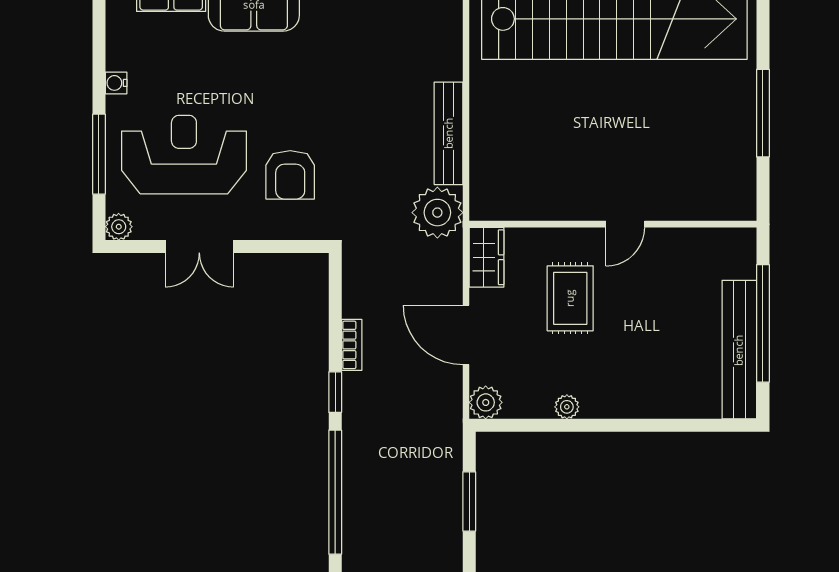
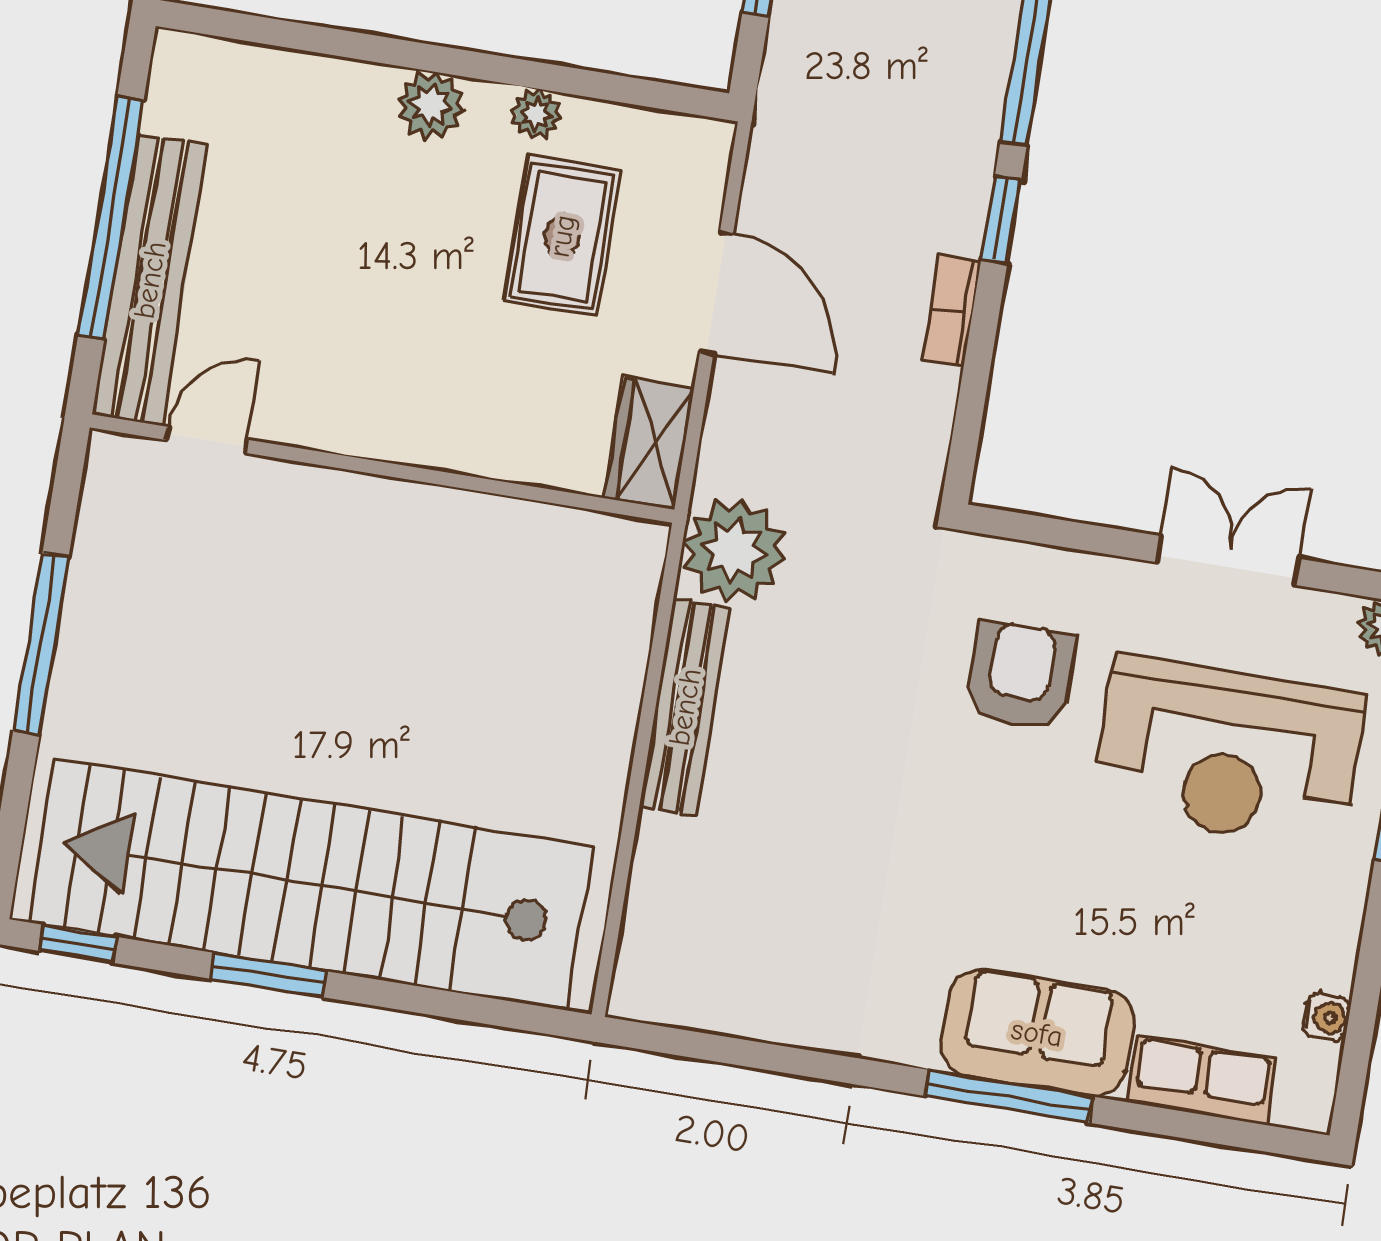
water cooler: (116, 83) -> (1327, 1017), moved
door: (625, 224) -> (206, 440), moved
rug: (570, 298) -> (562, 236), moved
bench: (739, 350) -> (150, 280), moved
plant: (486, 402) -> (431, 105), moved

